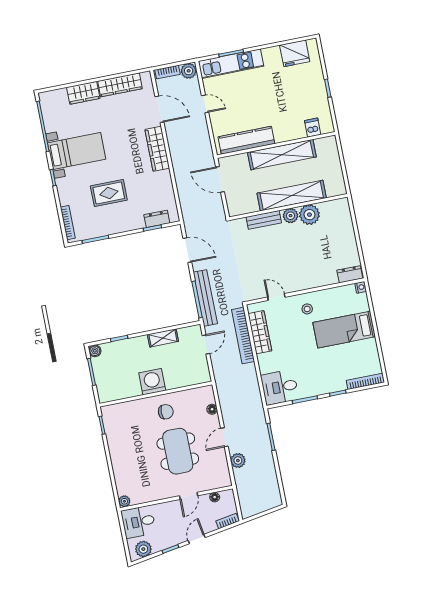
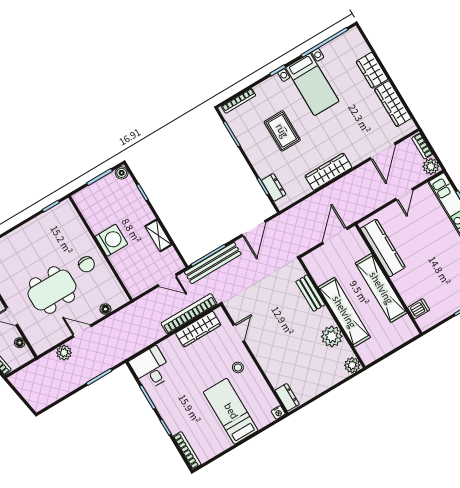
wardrobe: (157, 149) -> (328, 172), moved
plant: (291, 216) -> (352, 365), moved

